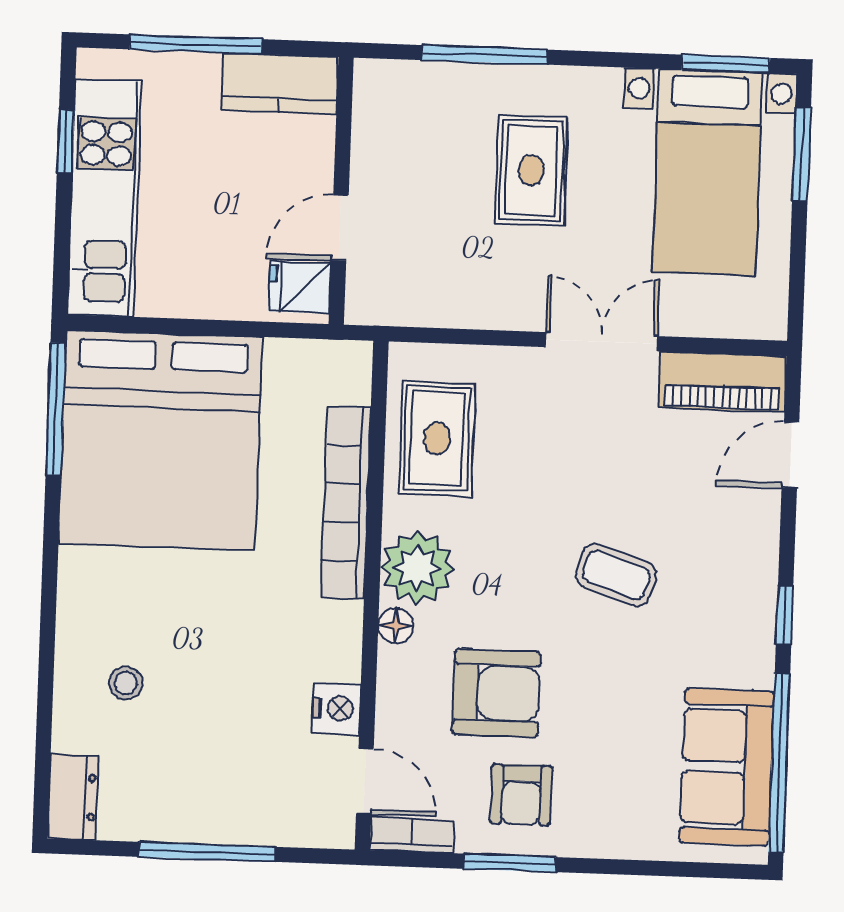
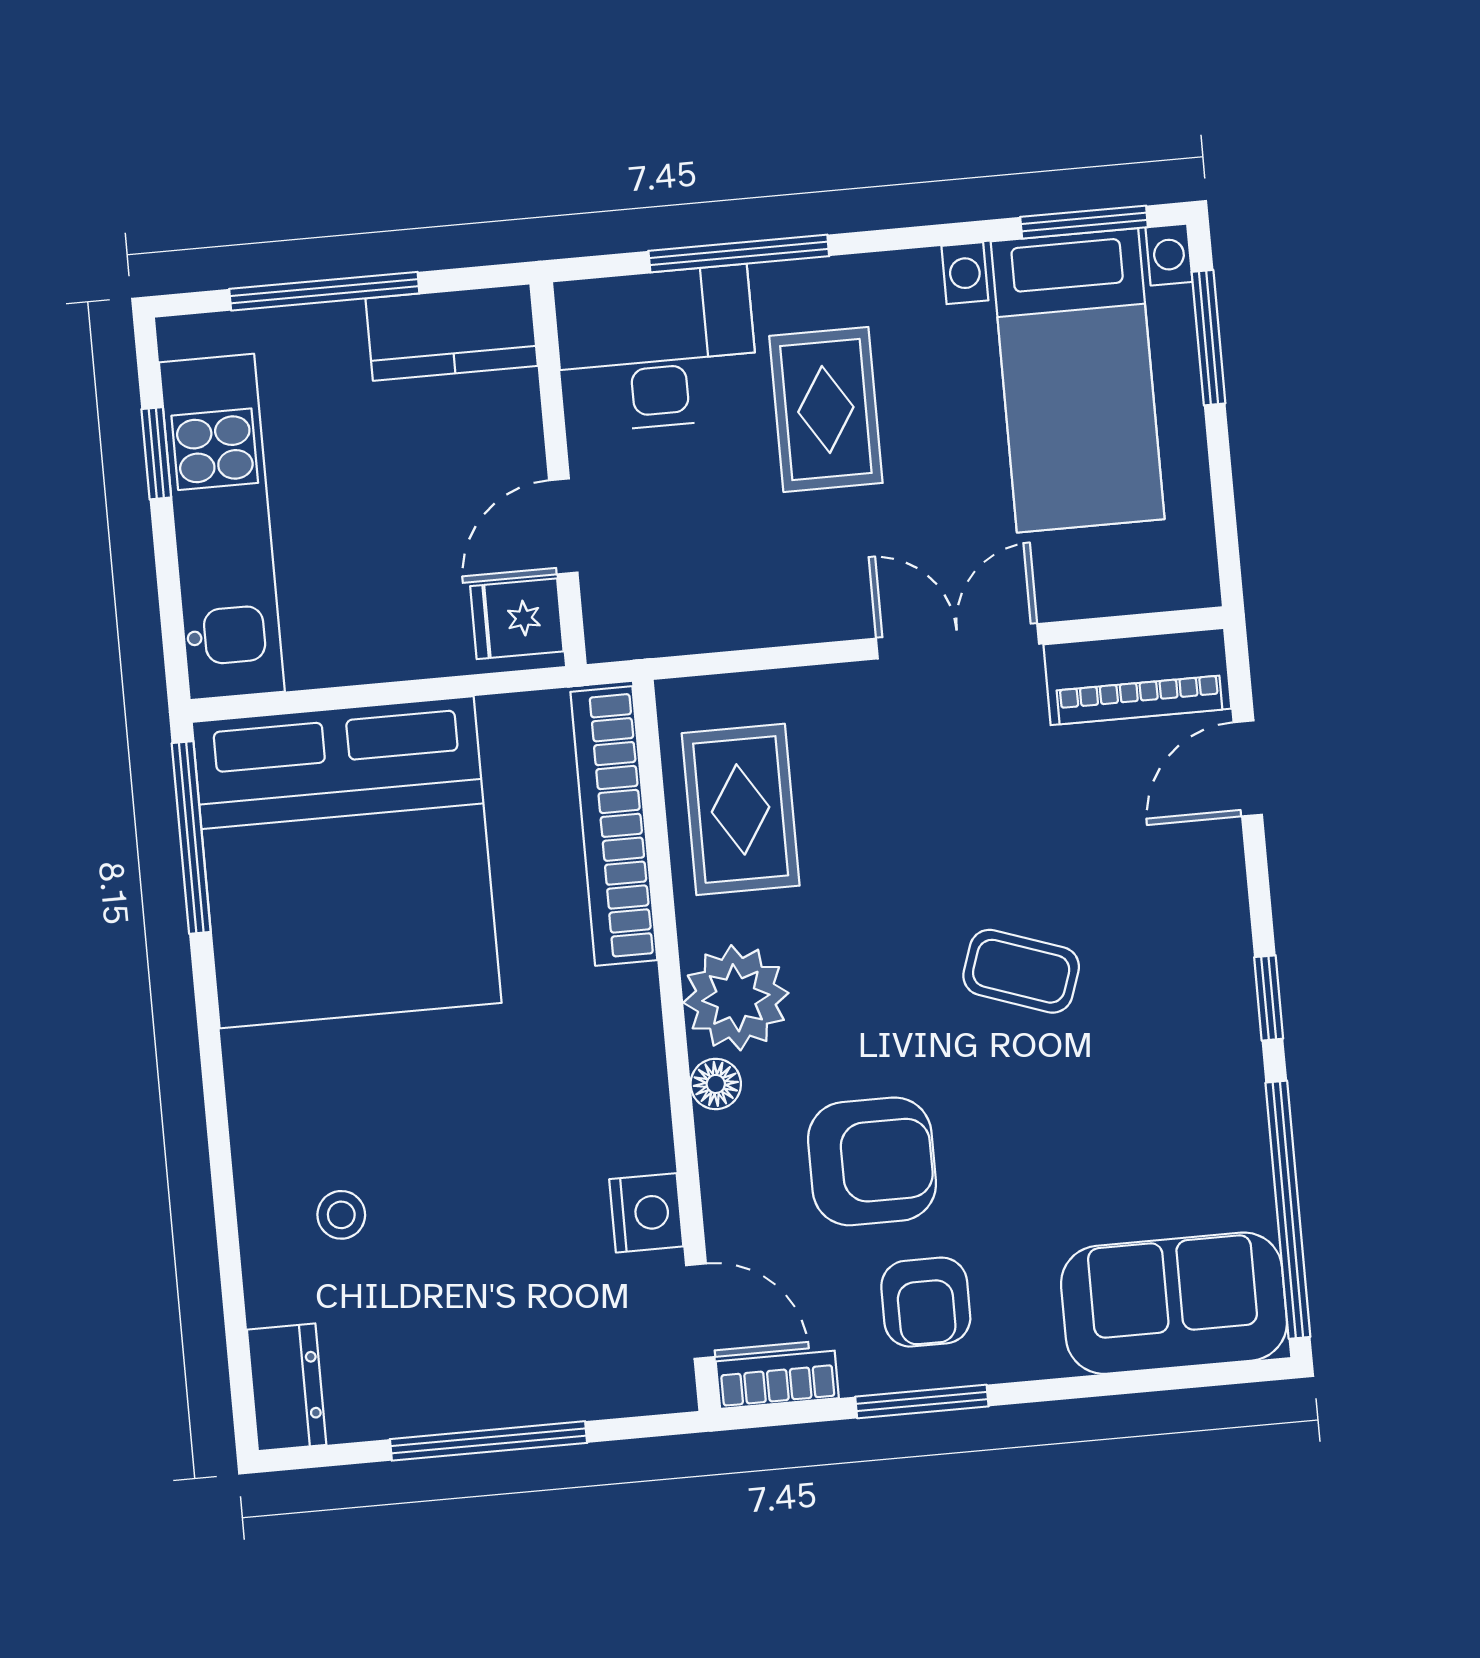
desk: (420, 114) -> (656, 349), added
bookcase: (346, 503) -> (614, 826), moved
sofa: (727, 767) -> (1174, 1303), moved, turned 90

